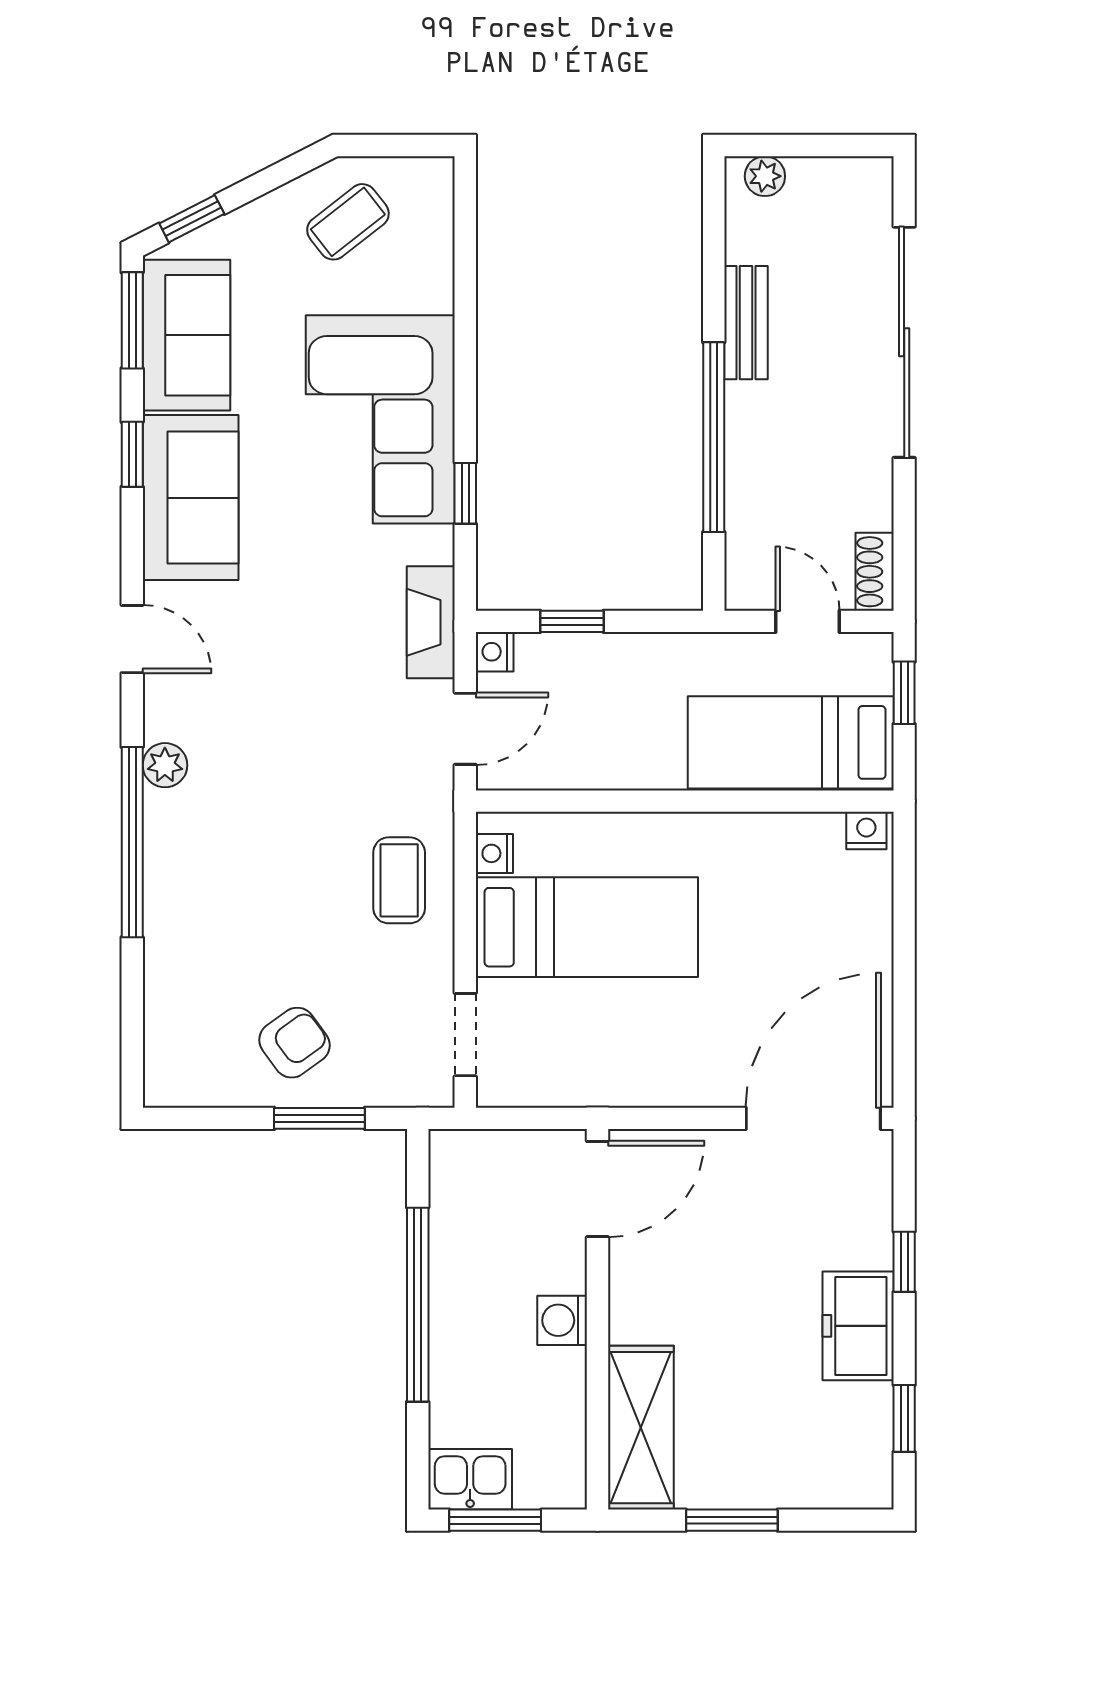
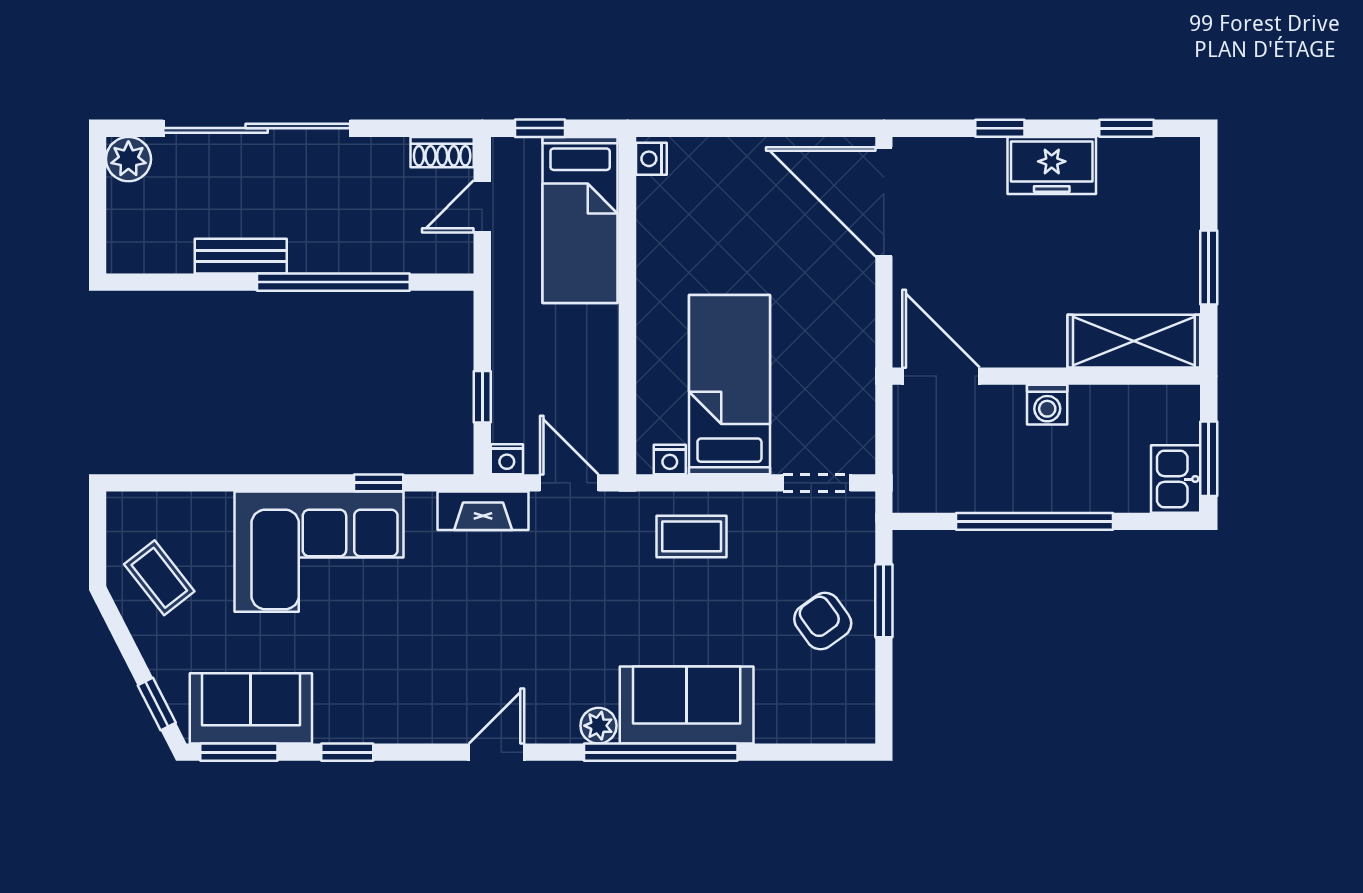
plant: (765, 176) -> (128, 159), moved, width x1.38, depth x1.38
sofa: (191, 498) -> (687, 705), moved

